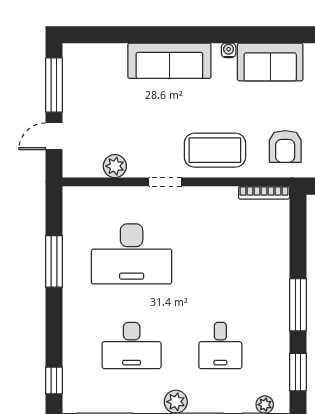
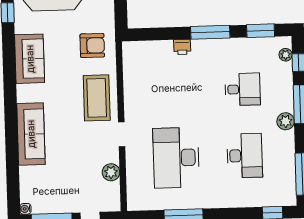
water cooler: (229, 50) -> (25, 209), moved
bookcase: (264, 193) -> (127, 60), removed
desk: (132, 254) -> (176, 158), turned 180
printer: (279, 267) -> (182, 47), added

